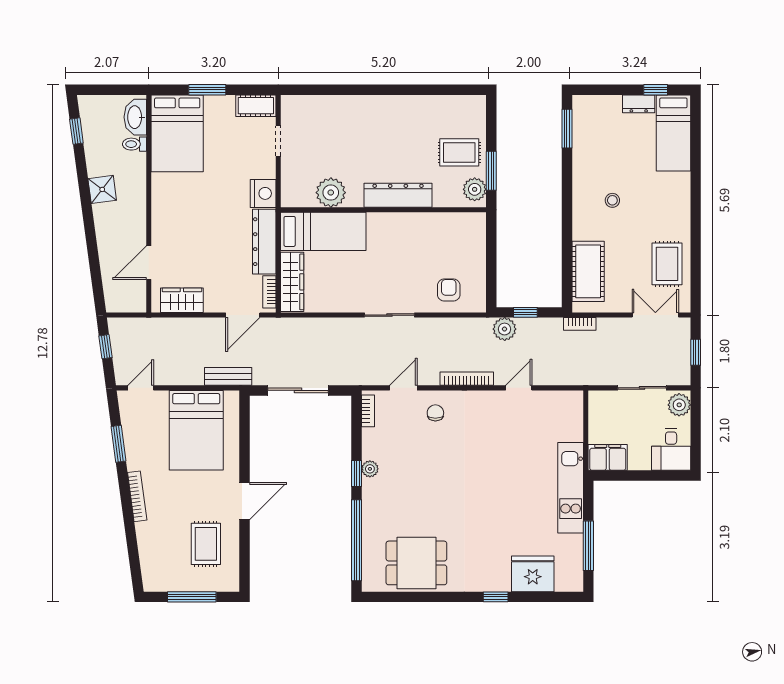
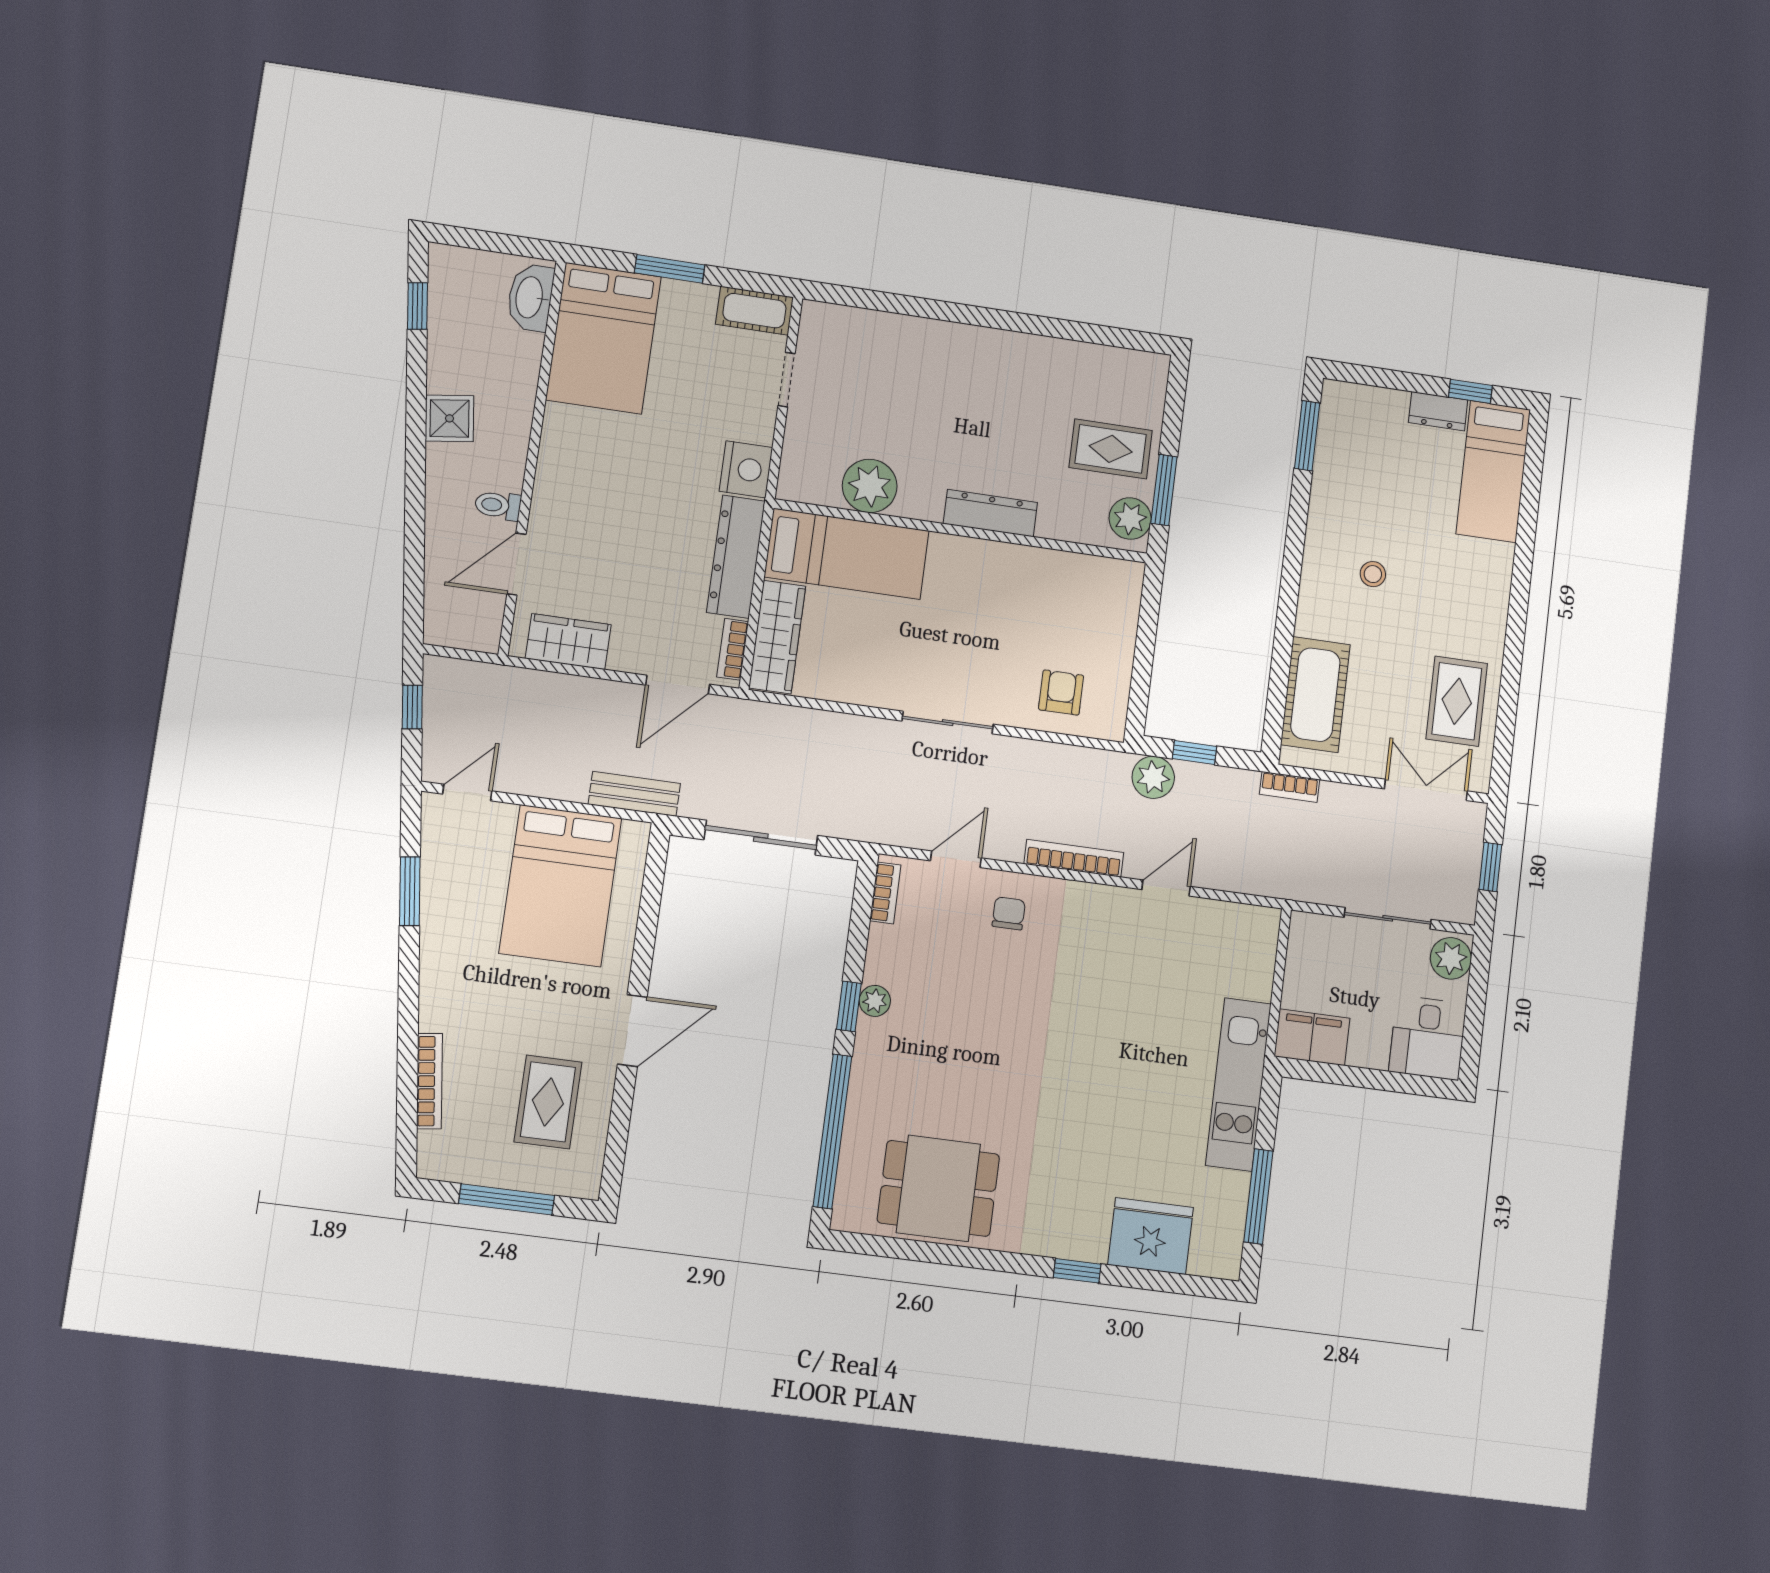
toilet: (134, 144) -> (498, 505), moved
dresser: (398, 195) -> (990, 513), width x0.73, depth x0.80
bookcase: (137, 496) -> (429, 1081), moved

